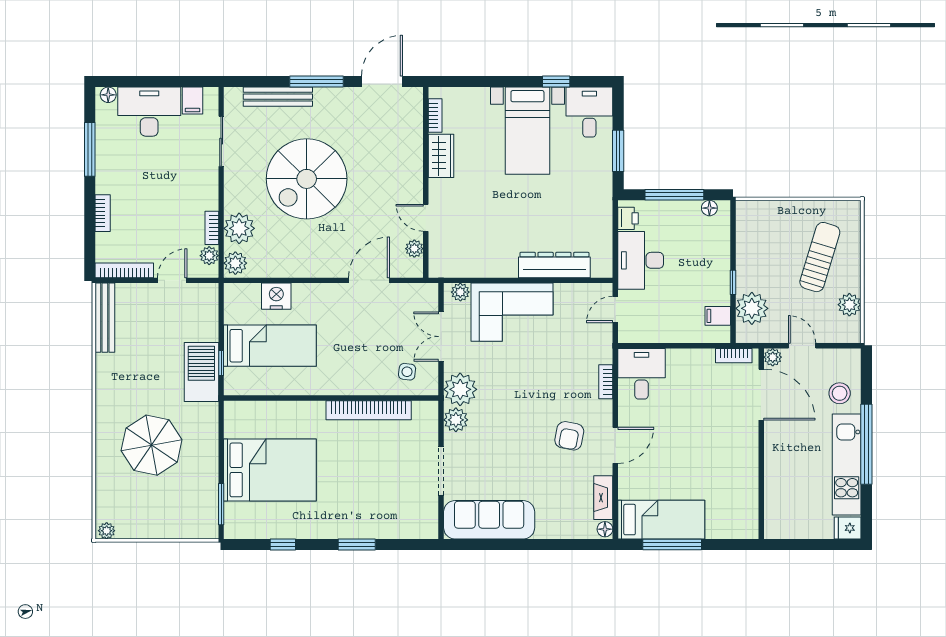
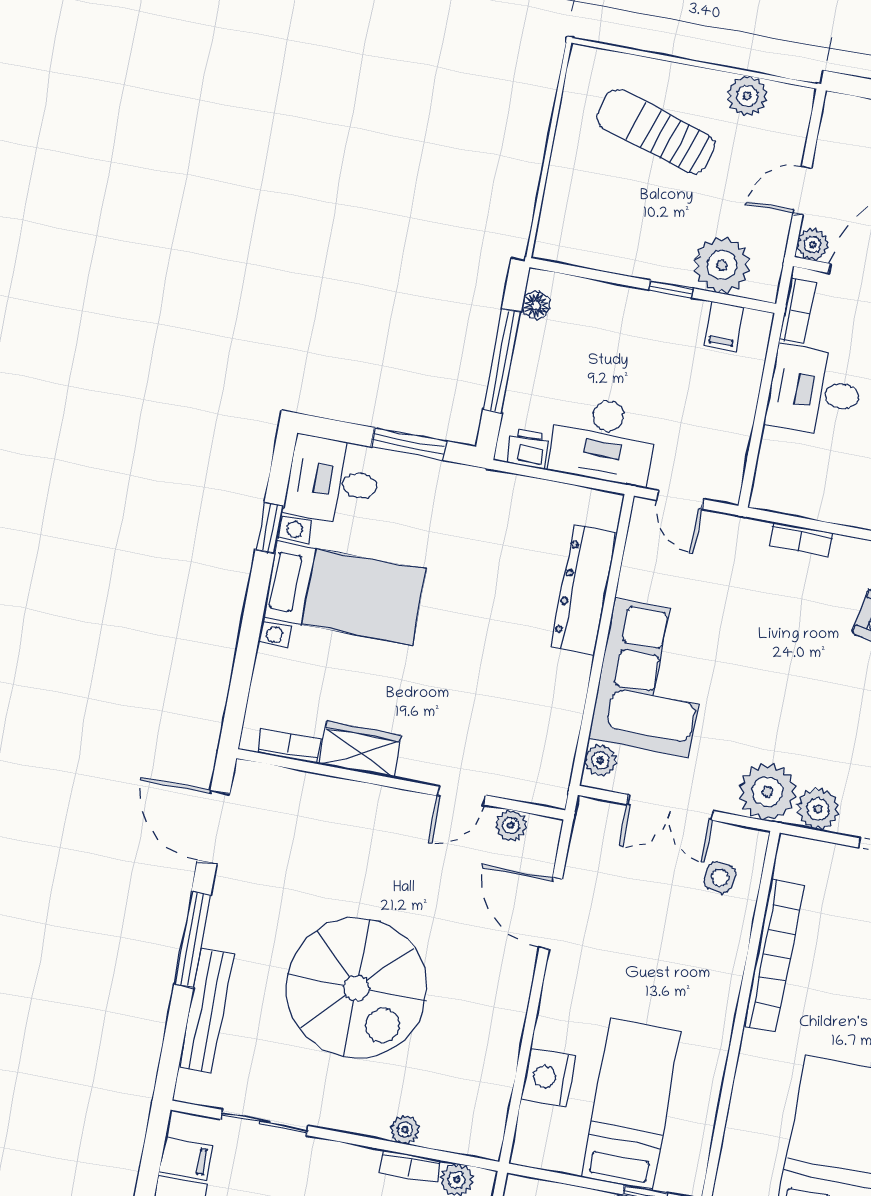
plant: (239, 228) -> (405, 1130), width x0.53, depth x0.53
plant: (235, 263) -> (478, 1137), removed
desk: (642, 374) -> (814, 392), moved

